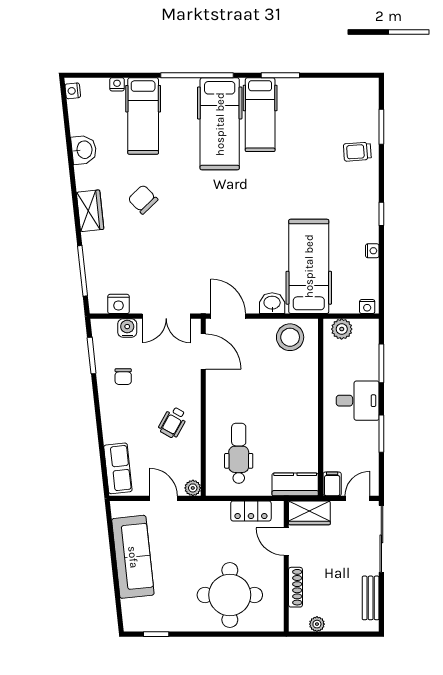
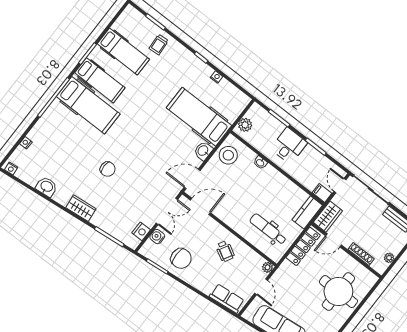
hospital bed: (143, 116) -> (123, 51), moved
chair: (143, 199) -> (108, 169), moved, turned -136
nightstand: (367, 307) -> (244, 102), removed
chair: (123, 377) -> (181, 258), width x1.87, depth x1.87
washbasin: (311, 382) -> (260, 163), added
door: (164, 498) -> (261, 287), swing flipped
locker: (251, 511) -> (303, 246), width x1.53

